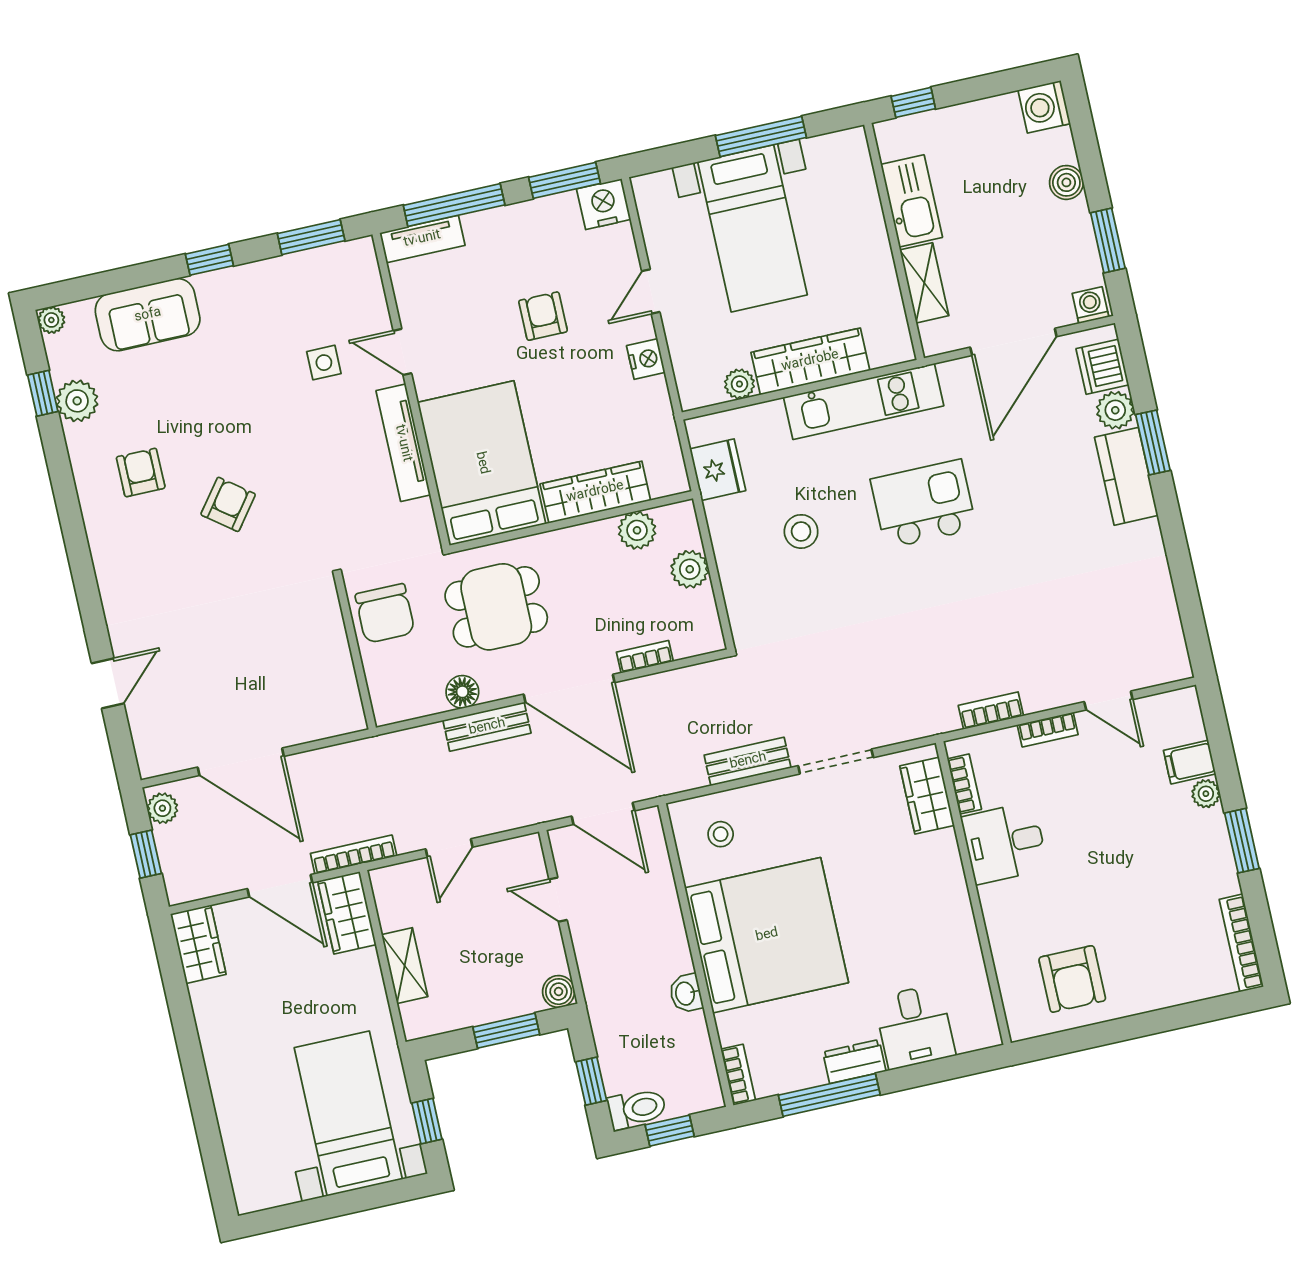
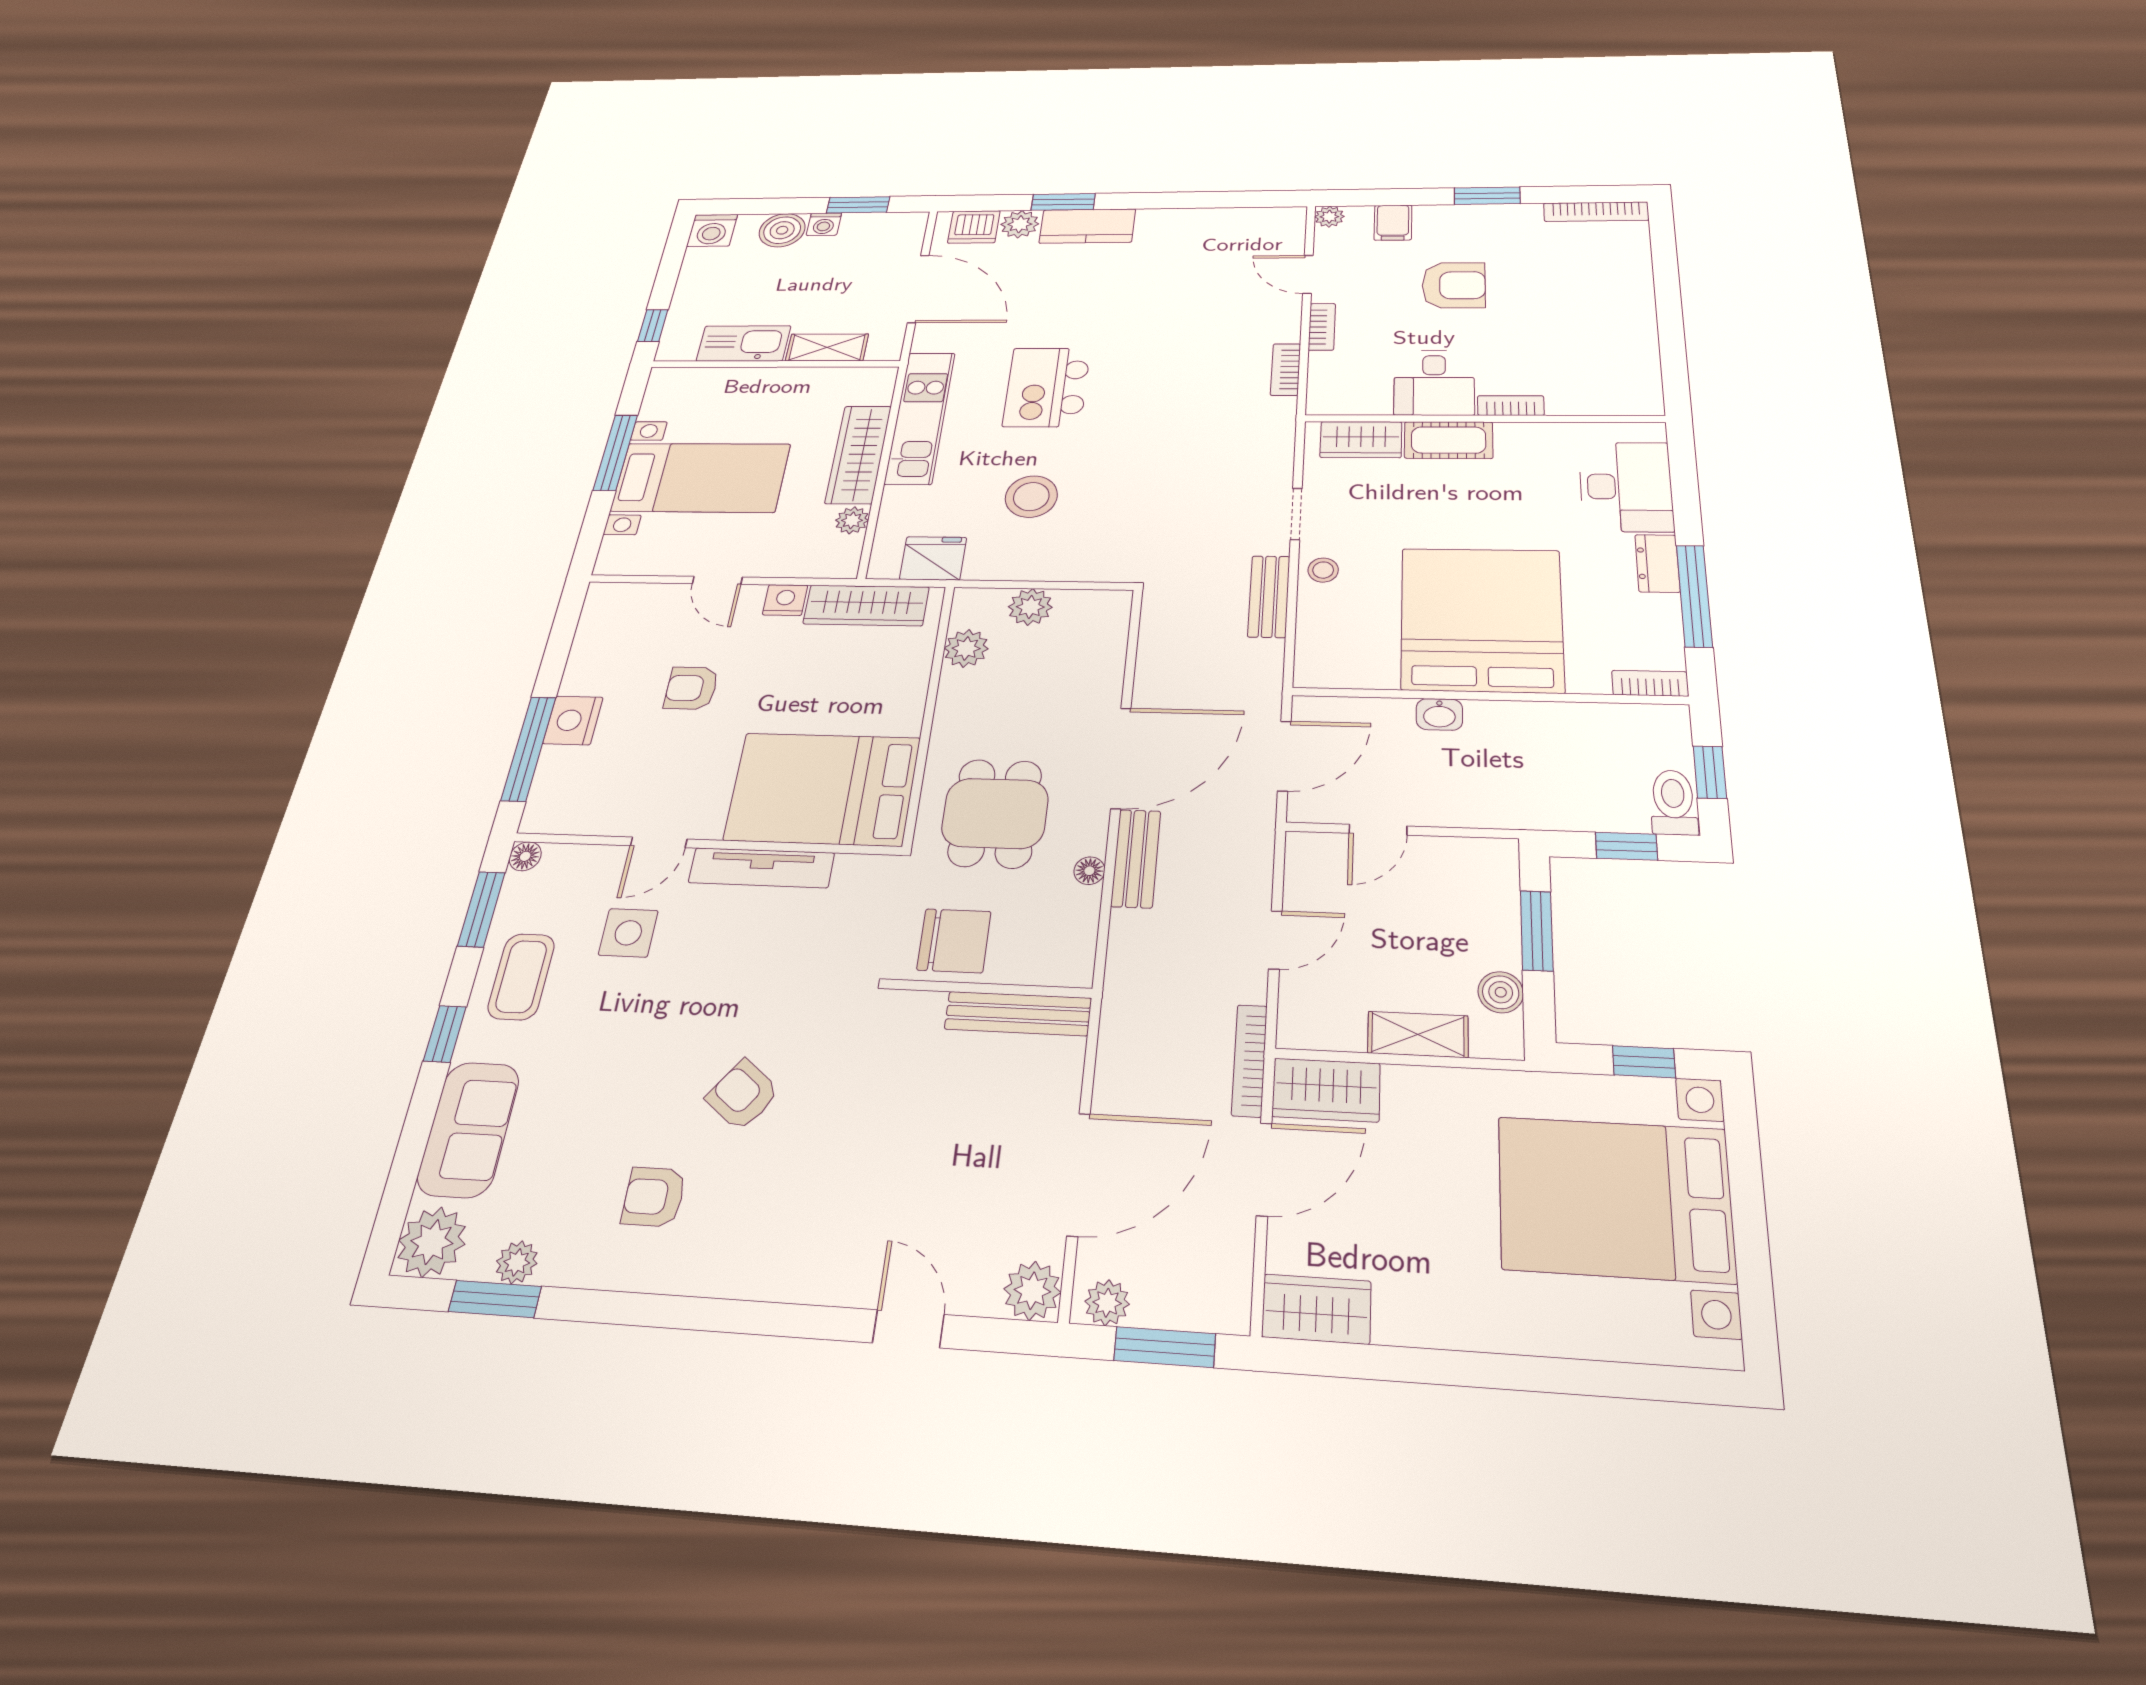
window: (564, 180) -> (562, 635), removed
boiler: (1066, 182) -> (782, 230), width x1.36, depth x1.36
nightstand: (604, 204) -> (573, 720), moved
tv unit: (422, 239) -> (547, 790), removed
floor lamp: (363, 250) -> (525, 856), added
coffee table: (268, 296) -> (521, 977), added
washing machine: (1090, 305) -> (824, 224), moved, turned -90
plant: (51, 320) -> (432, 1242), width x1.88, depth x1.88
side table: (324, 363) -> (628, 933), width x1.37, depth x1.37
window: (43, 393) -> (495, 1299), width x1.50
plant: (77, 401) -> (517, 1262), width x0.73, depth x0.73
wardrobe: (595, 492) -> (866, 605), moved, turned -90
stool: (801, 531) -> (1031, 497), width x1.38, depth x1.38
bookcase: (645, 657) -> (1112, 672), removed
bench: (342, 680) -> (1018, 1014), added
floor lamp: (462, 692) -> (1089, 871), width x0.73, depth x0.73
door: (1108, 701) -> (1308, 274), swing flipped
plant: (156, 757) -> (1032, 1291), added
doorway: (836, 762) -> (1296, 514), width x0.73
bookcase: (964, 784) -> (1511, 406), moved
plant: (1206, 794) -> (1329, 217), moved
stool: (721, 834) -> (1323, 570), moved
door: (449, 848) -> (1275, 940), hinge flipped
window: (146, 854) -> (1165, 1347), width x1.50
cot: (943, 869) -> (1449, 440), added
armchair: (1072, 979) -> (1454, 285), moved
boiler: (559, 992) -> (1501, 992), moved
washbasin: (686, 993) -> (1439, 714), moved
desk: (915, 1027) -> (1626, 487), width x1.37
bed with nightstands: (348, 1113) -> (1615, 1199), width x1.36

